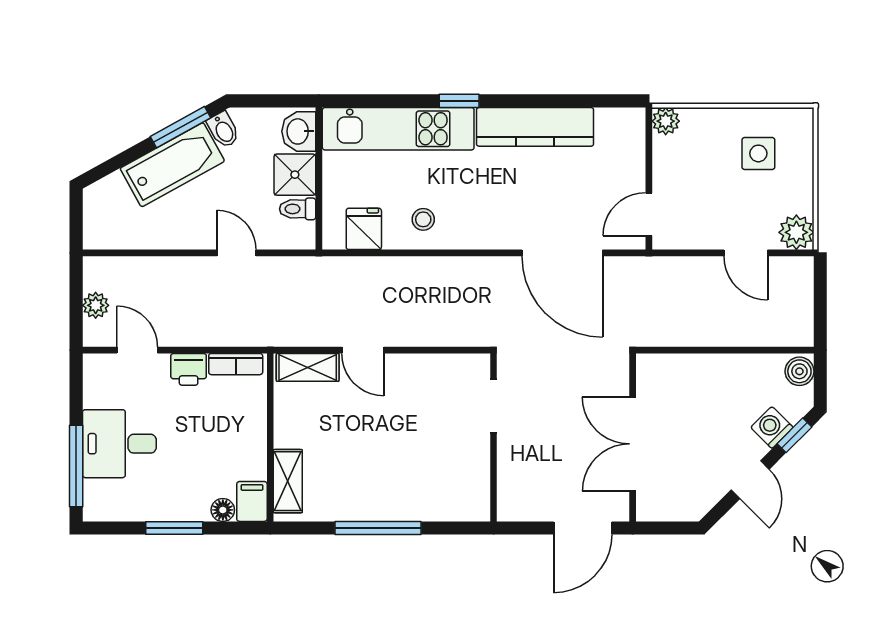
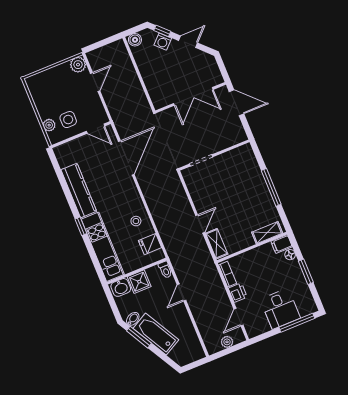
plant: (666, 121) -> (49, 125), moved
side table: (758, 153) -> (68, 120), moved
toilet: (298, 209) -> (165, 270), moved

